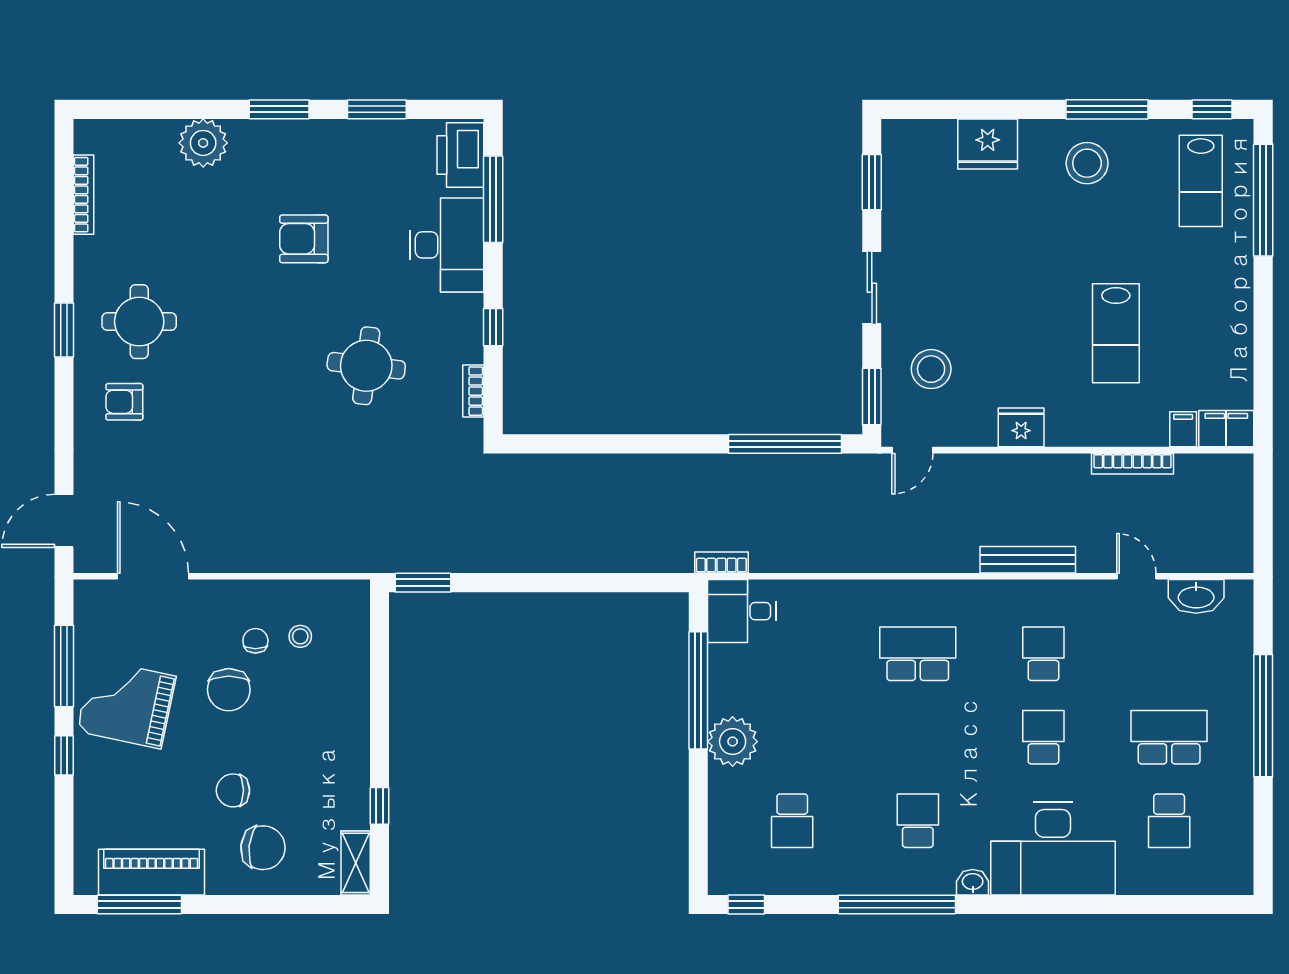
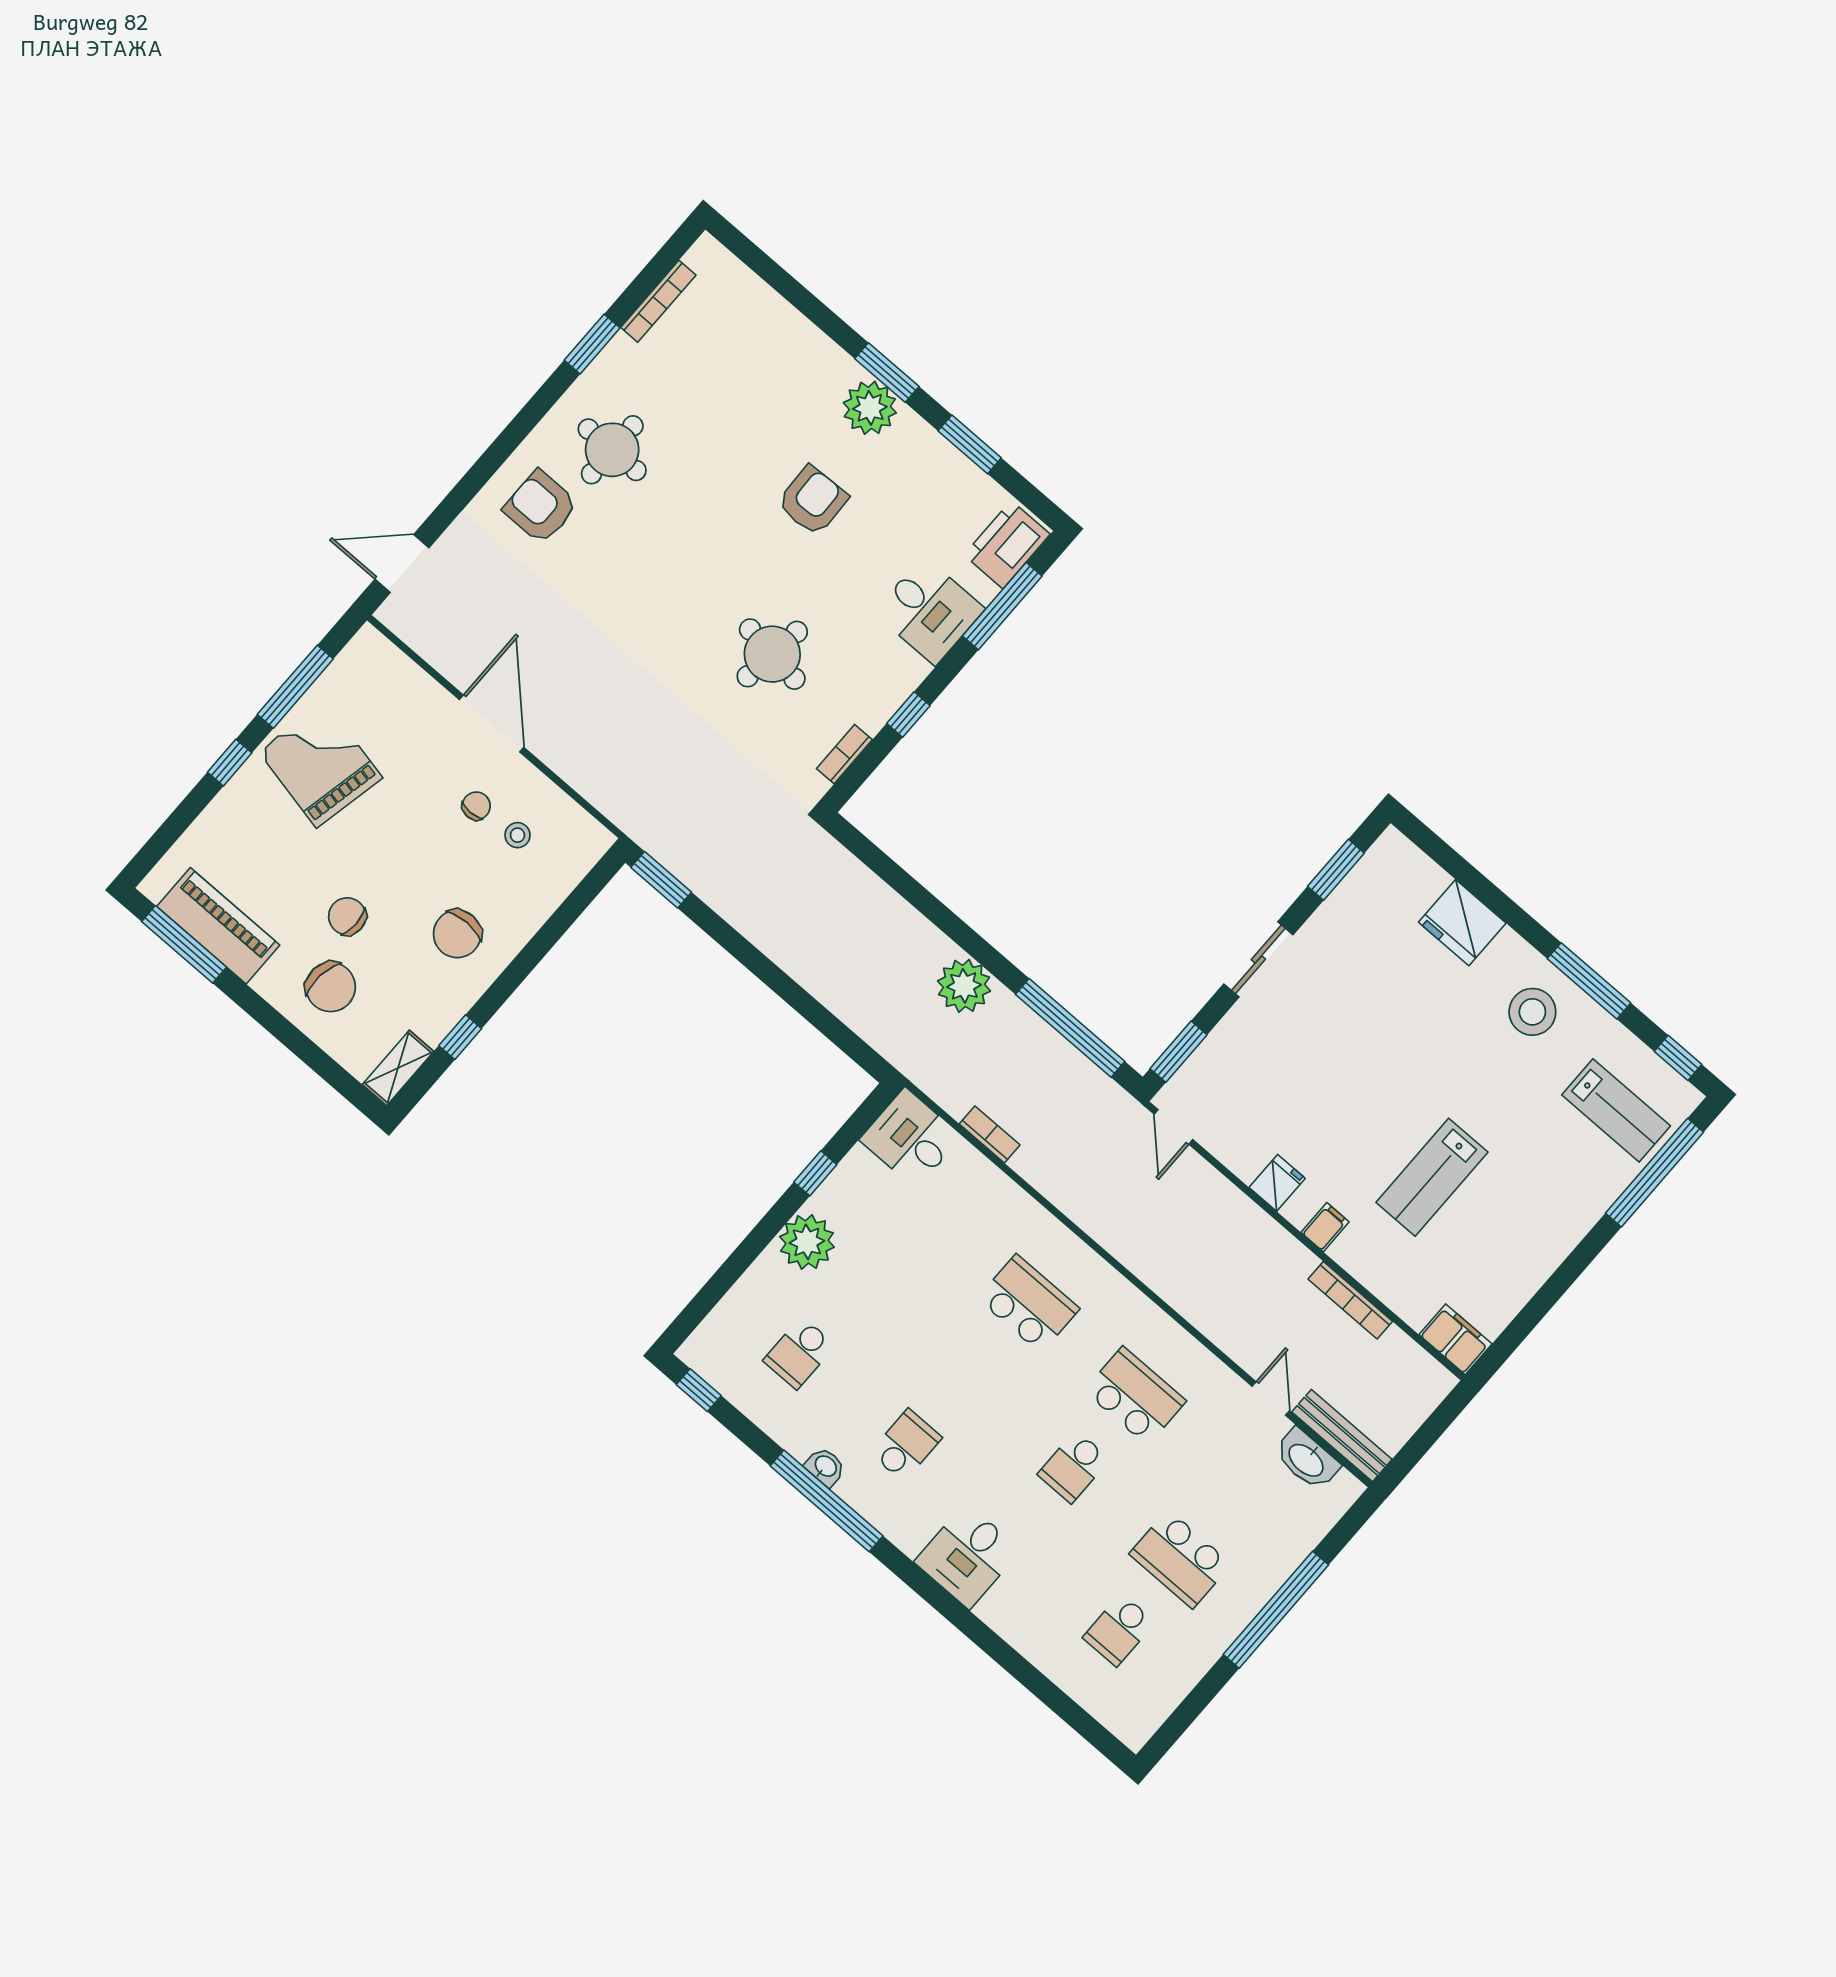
plant: (203, 143) -> (870, 408), moved
lab bench: (1201, 181) -> (1616, 1110), turned -90
armchair: (304, 239) -> (813, 501), turned 88
desk: (447, 245) -> (929, 611), width x0.73
window: (64, 330) -> (592, 344), moved
stool: (931, 369) -> (1249, 1072), removed
armchair: (124, 402) -> (541, 507), width x1.38, depth x1.38
fridge: (1021, 427) -> (1277, 1183), width x0.72
filing cabinet: (1183, 429) -> (1325, 1227), moved
door: (912, 450) -> (1174, 1127), hinge flipped
plant: (689, 477) -> (964, 986), added
bench: (1028, 560) -> (1342, 1436), moved
bookcase: (721, 563) -> (990, 1134), moved
door: (153, 576) -> (491, 723), moved
school desk: (1043, 654) -> (1135, 1396), width x1.85
chair: (229, 690) -> (457, 934), moved
window: (698, 690) -> (815, 1173), width x0.32
school desk: (1043, 737) -> (1074, 1467), turned 180
school desk: (1169, 737) -> (1180, 1559), turned 180
desk: (1053, 849) -> (968, 1556), width x0.53, depth x0.77
washbasin: (973, 882) -> (825, 1467), moved

